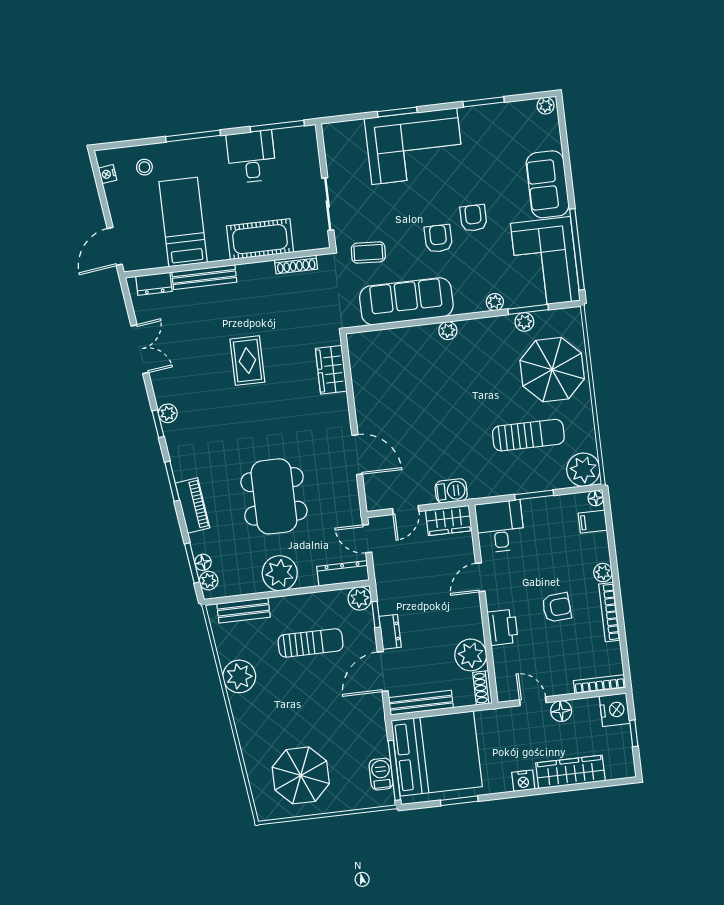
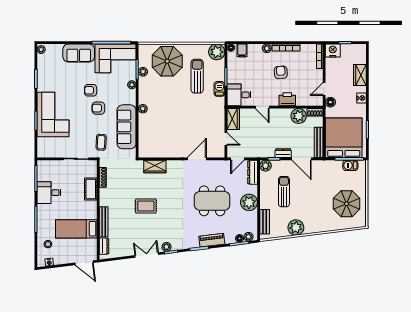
cot: (260, 239) -> (91, 189), width x0.73, depth x0.75
double door: (140, 349) -> (147, 255), moved
barbecue: (451, 491) -> (219, 89), moved
floor lamp: (561, 711) -> (330, 102), moved
wardrobe: (570, 772) -> (360, 75), width x0.67

